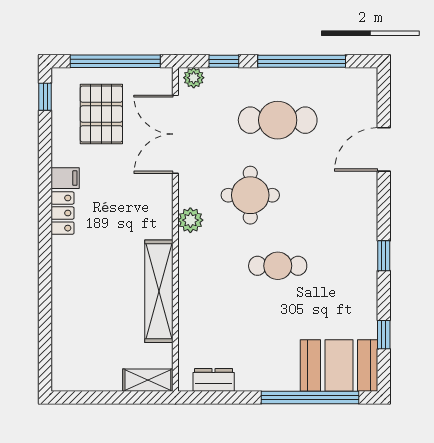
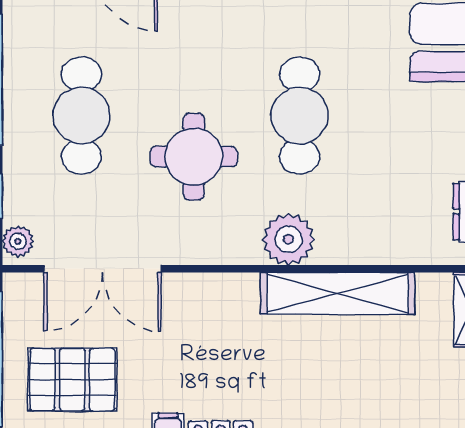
plant: (190, 220) -> (288, 239), moved, width x1.36, depth x1.36
cafe table: (278, 266) -> (300, 115), width x1.37, depth x1.35

